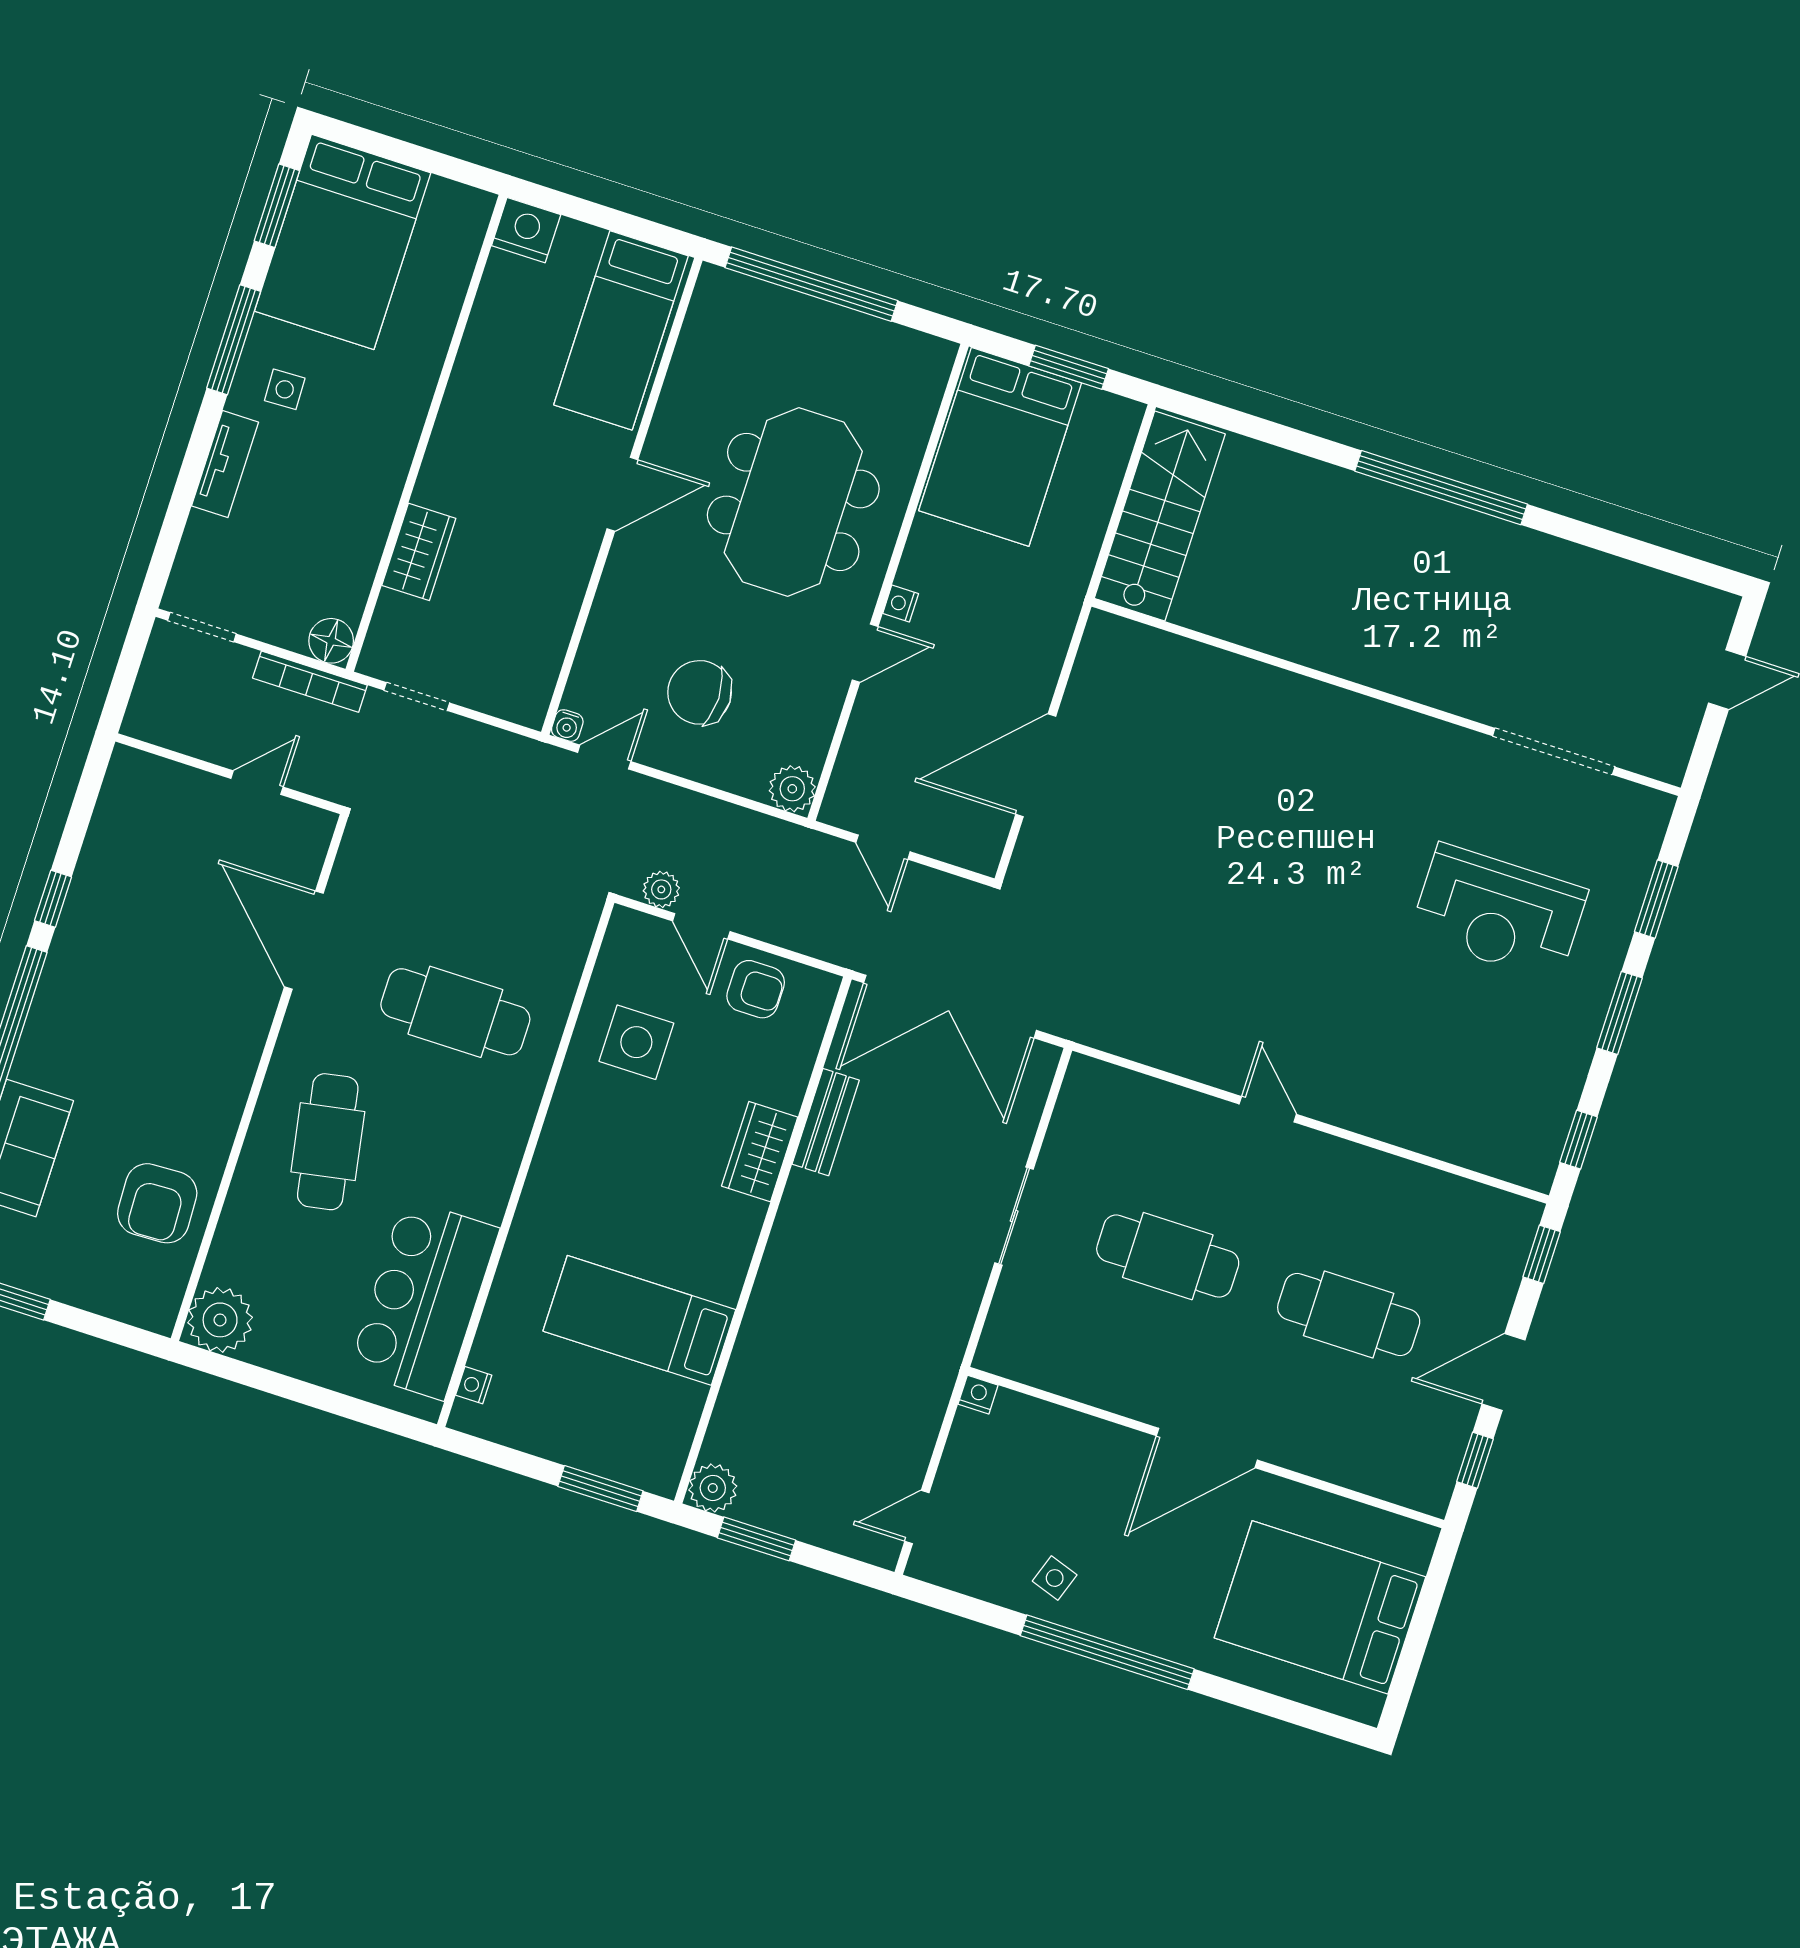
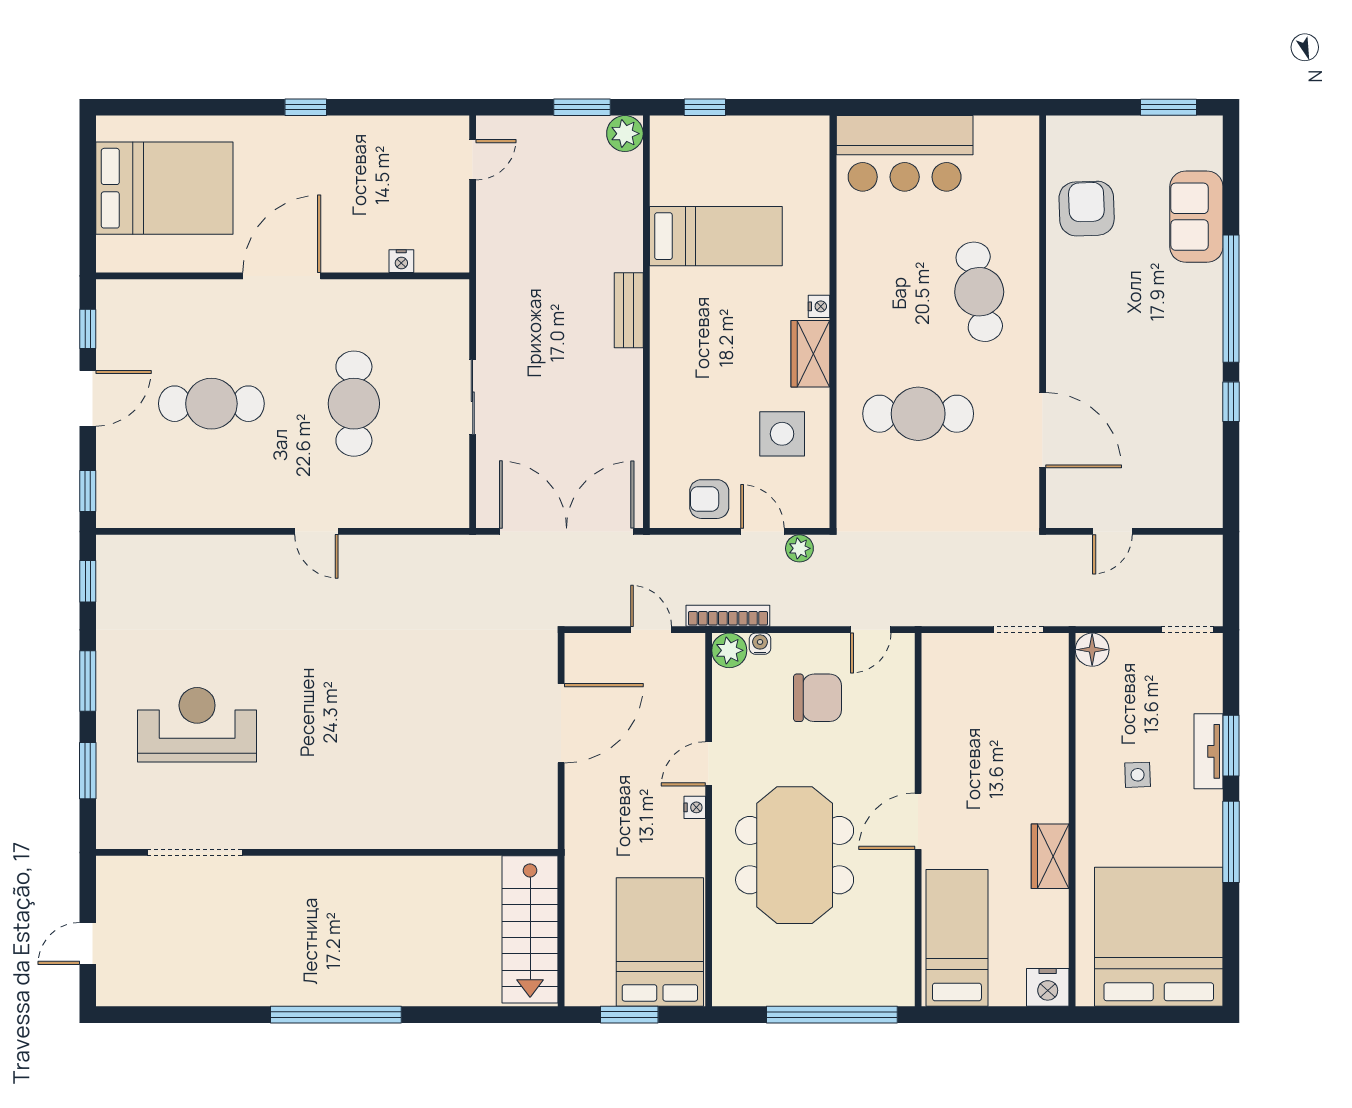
window: (277, 206) -> (1231, 746), moved
bed: (343, 242) -> (1159, 937), width x1.36
side table: (285, 389) -> (1138, 775), moved
wardrobe: (419, 552) -> (1050, 856), moved
bookcase: (310, 682) -> (728, 616), moved
water cooler: (567, 726) -> (760, 644), moved
bench: (826, 1122) -> (629, 310), moved
wardrobe: (760, 1152) -> (810, 354), moved, turned 180
cafe table: (1168, 1256) -> (354, 404), turned 90
bar counter: (424, 1299) -> (905, 153), moved, turned 90
plant: (220, 1320) -> (1015, 140), removed
nightstand: (474, 1385) -> (819, 306), moved
nightstand: (978, 1395) -> (401, 261), moved
window: (600, 1489) -> (705, 107), width x0.67
side table: (1055, 1578) -> (360, 148), removed
window: (1107, 1652) -> (306, 107), width x0.32

